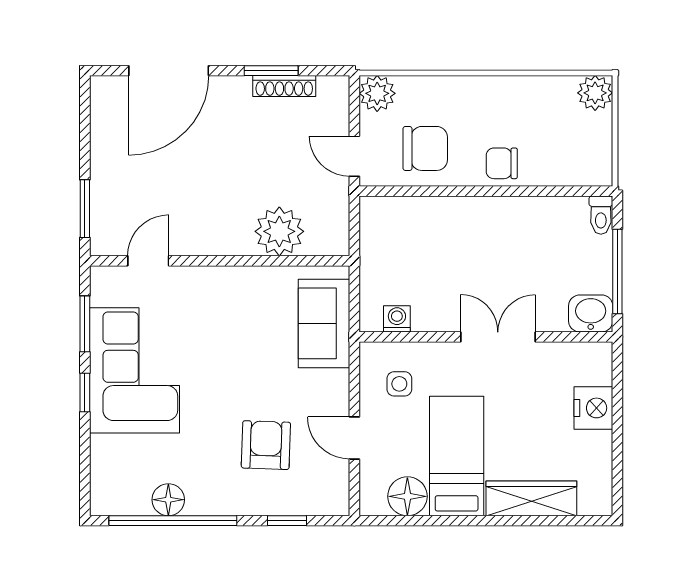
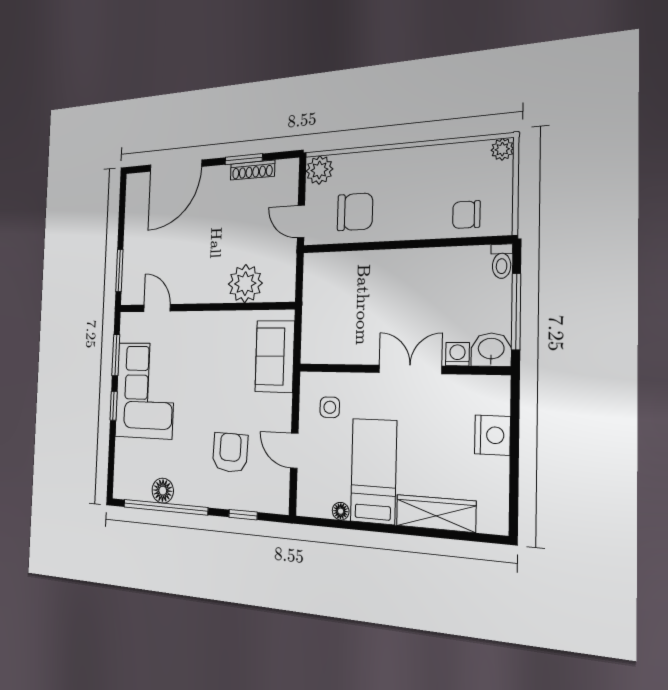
plant: (595, 93) -> (502, 149), width x0.73, depth x0.73
chair: (502, 163) -> (466, 215), moved
door: (148, 261) -> (157, 308), hinge flipped
washing machine: (397, 319) -> (457, 354), moved
floor lamp: (407, 496) -> (341, 511), width x0.53, depth x0.53

